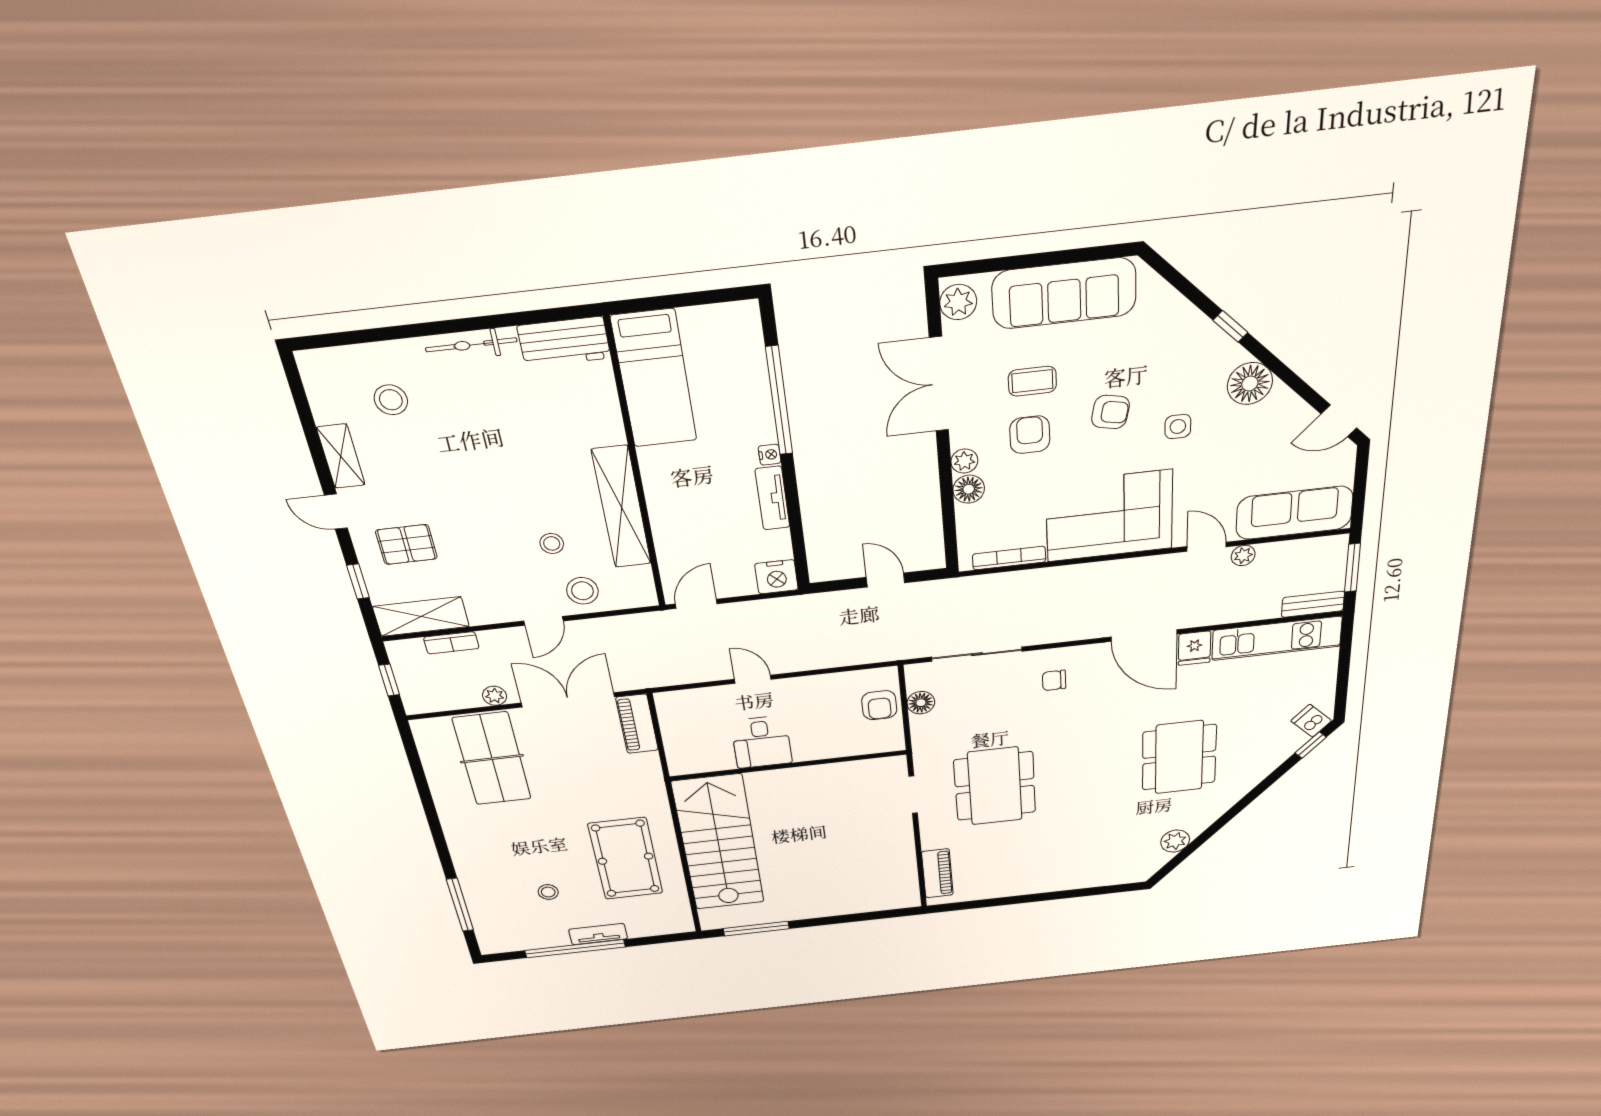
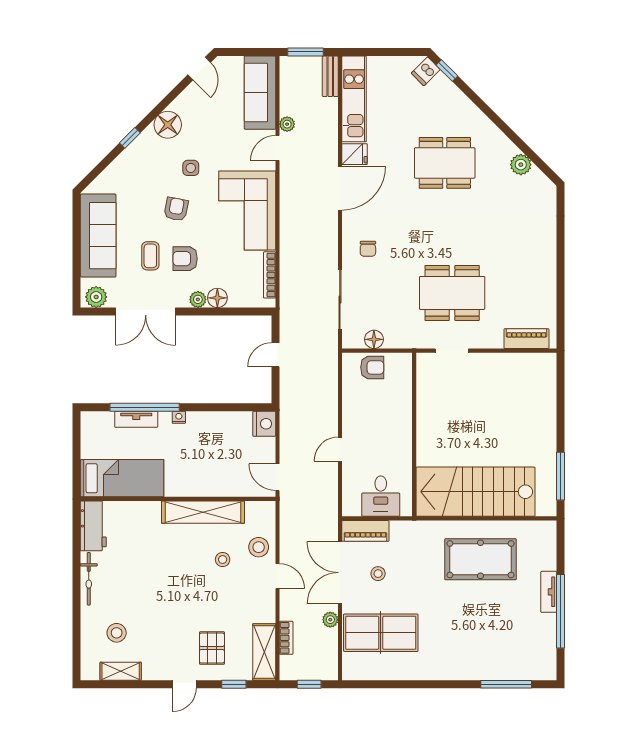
shelving: (341, 456) -> (121, 671), moved
tv unit: (772, 498) -> (136, 419), moved
desk: (761, 742) -> (381, 496), moved, turned 90
stool: (548, 892) -> (378, 574), moved

